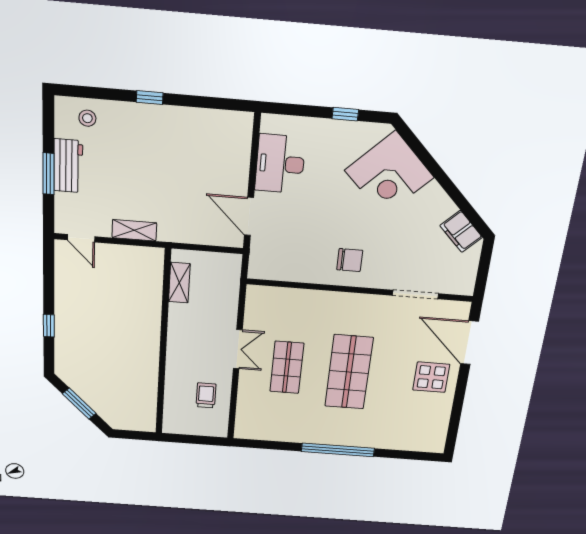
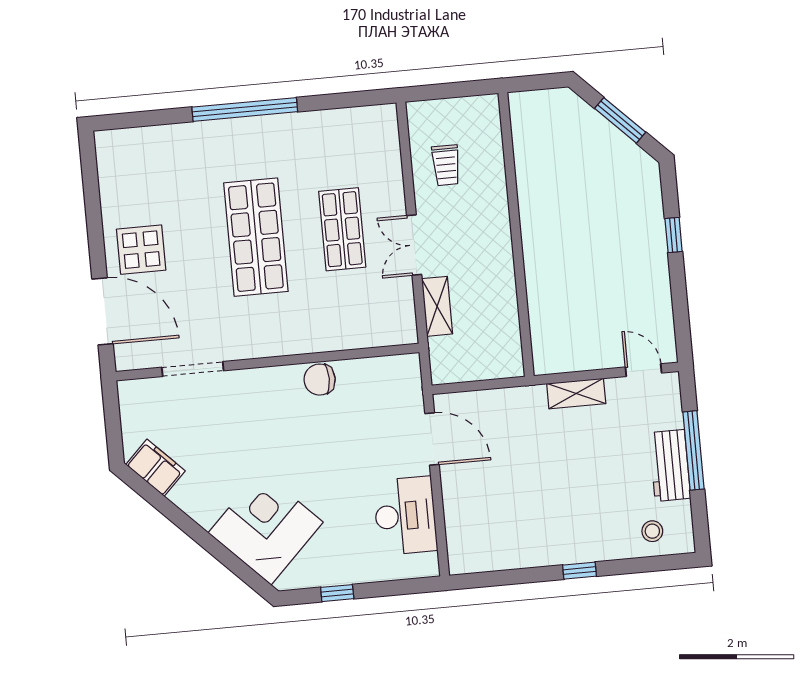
window: (48, 174) -> (694, 450), width x1.44
chair: (350, 260) -> (320, 380), moved
shelving: (179, 283) -> (437, 306), moved

